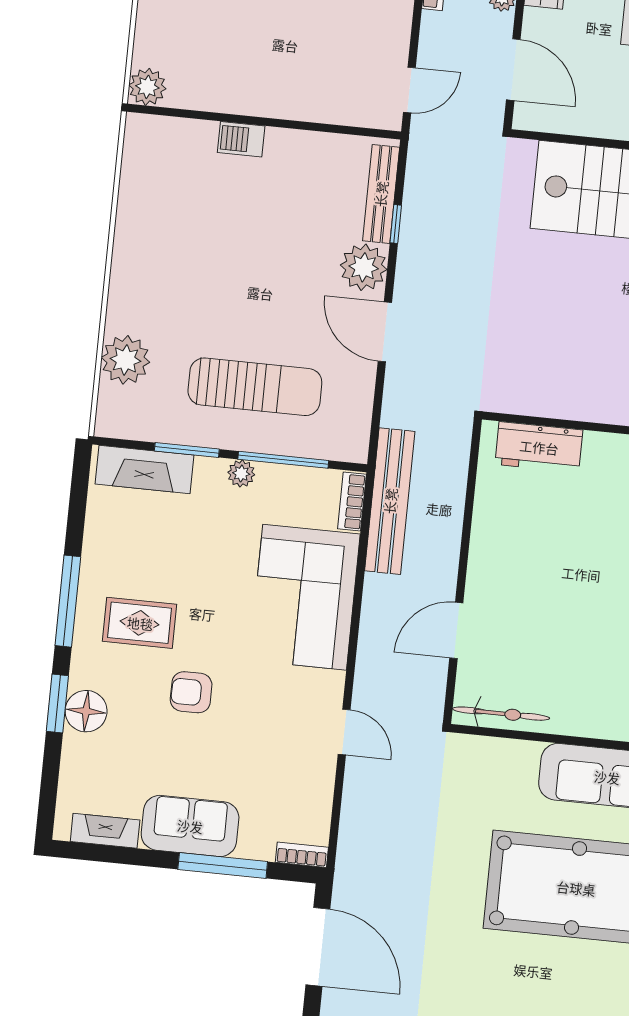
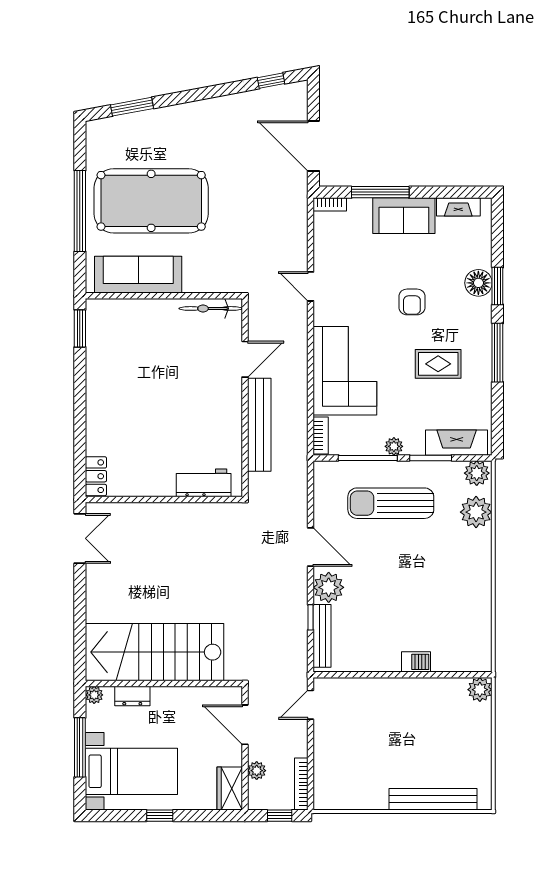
plant: (118, 419) -> (477, 473), added
bench: (390, 501) -> (259, 425), moved
rug: (140, 623) -> (438, 364), moved
armchair: (191, 692) -> (412, 302), turned 90

